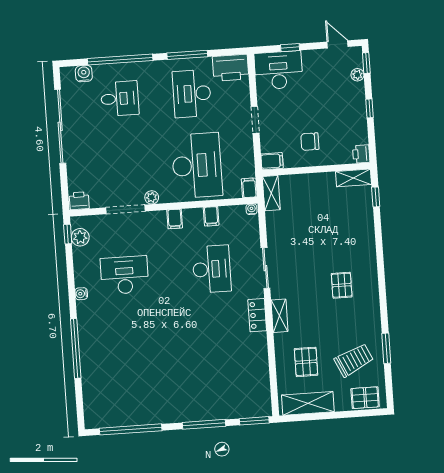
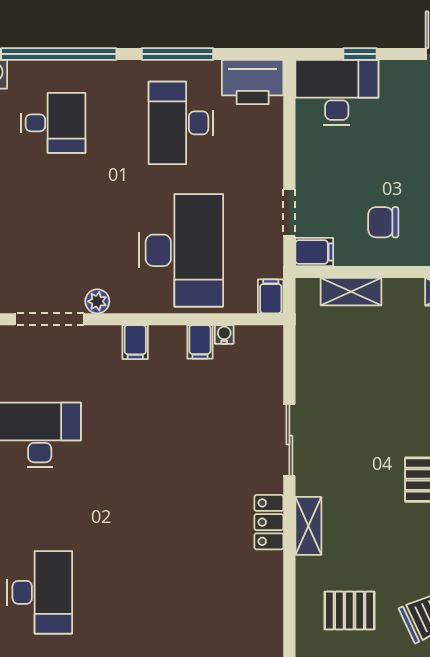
doorway: (255, 120) -> (289, 212), moved
shelving: (271, 193) -> (351, 292), moved, turned 90
water cooler: (252, 209) -> (224, 334), moved
desk: (212, 269) -> (40, 592), moved
pallet: (306, 362) -> (349, 611), turned 90

